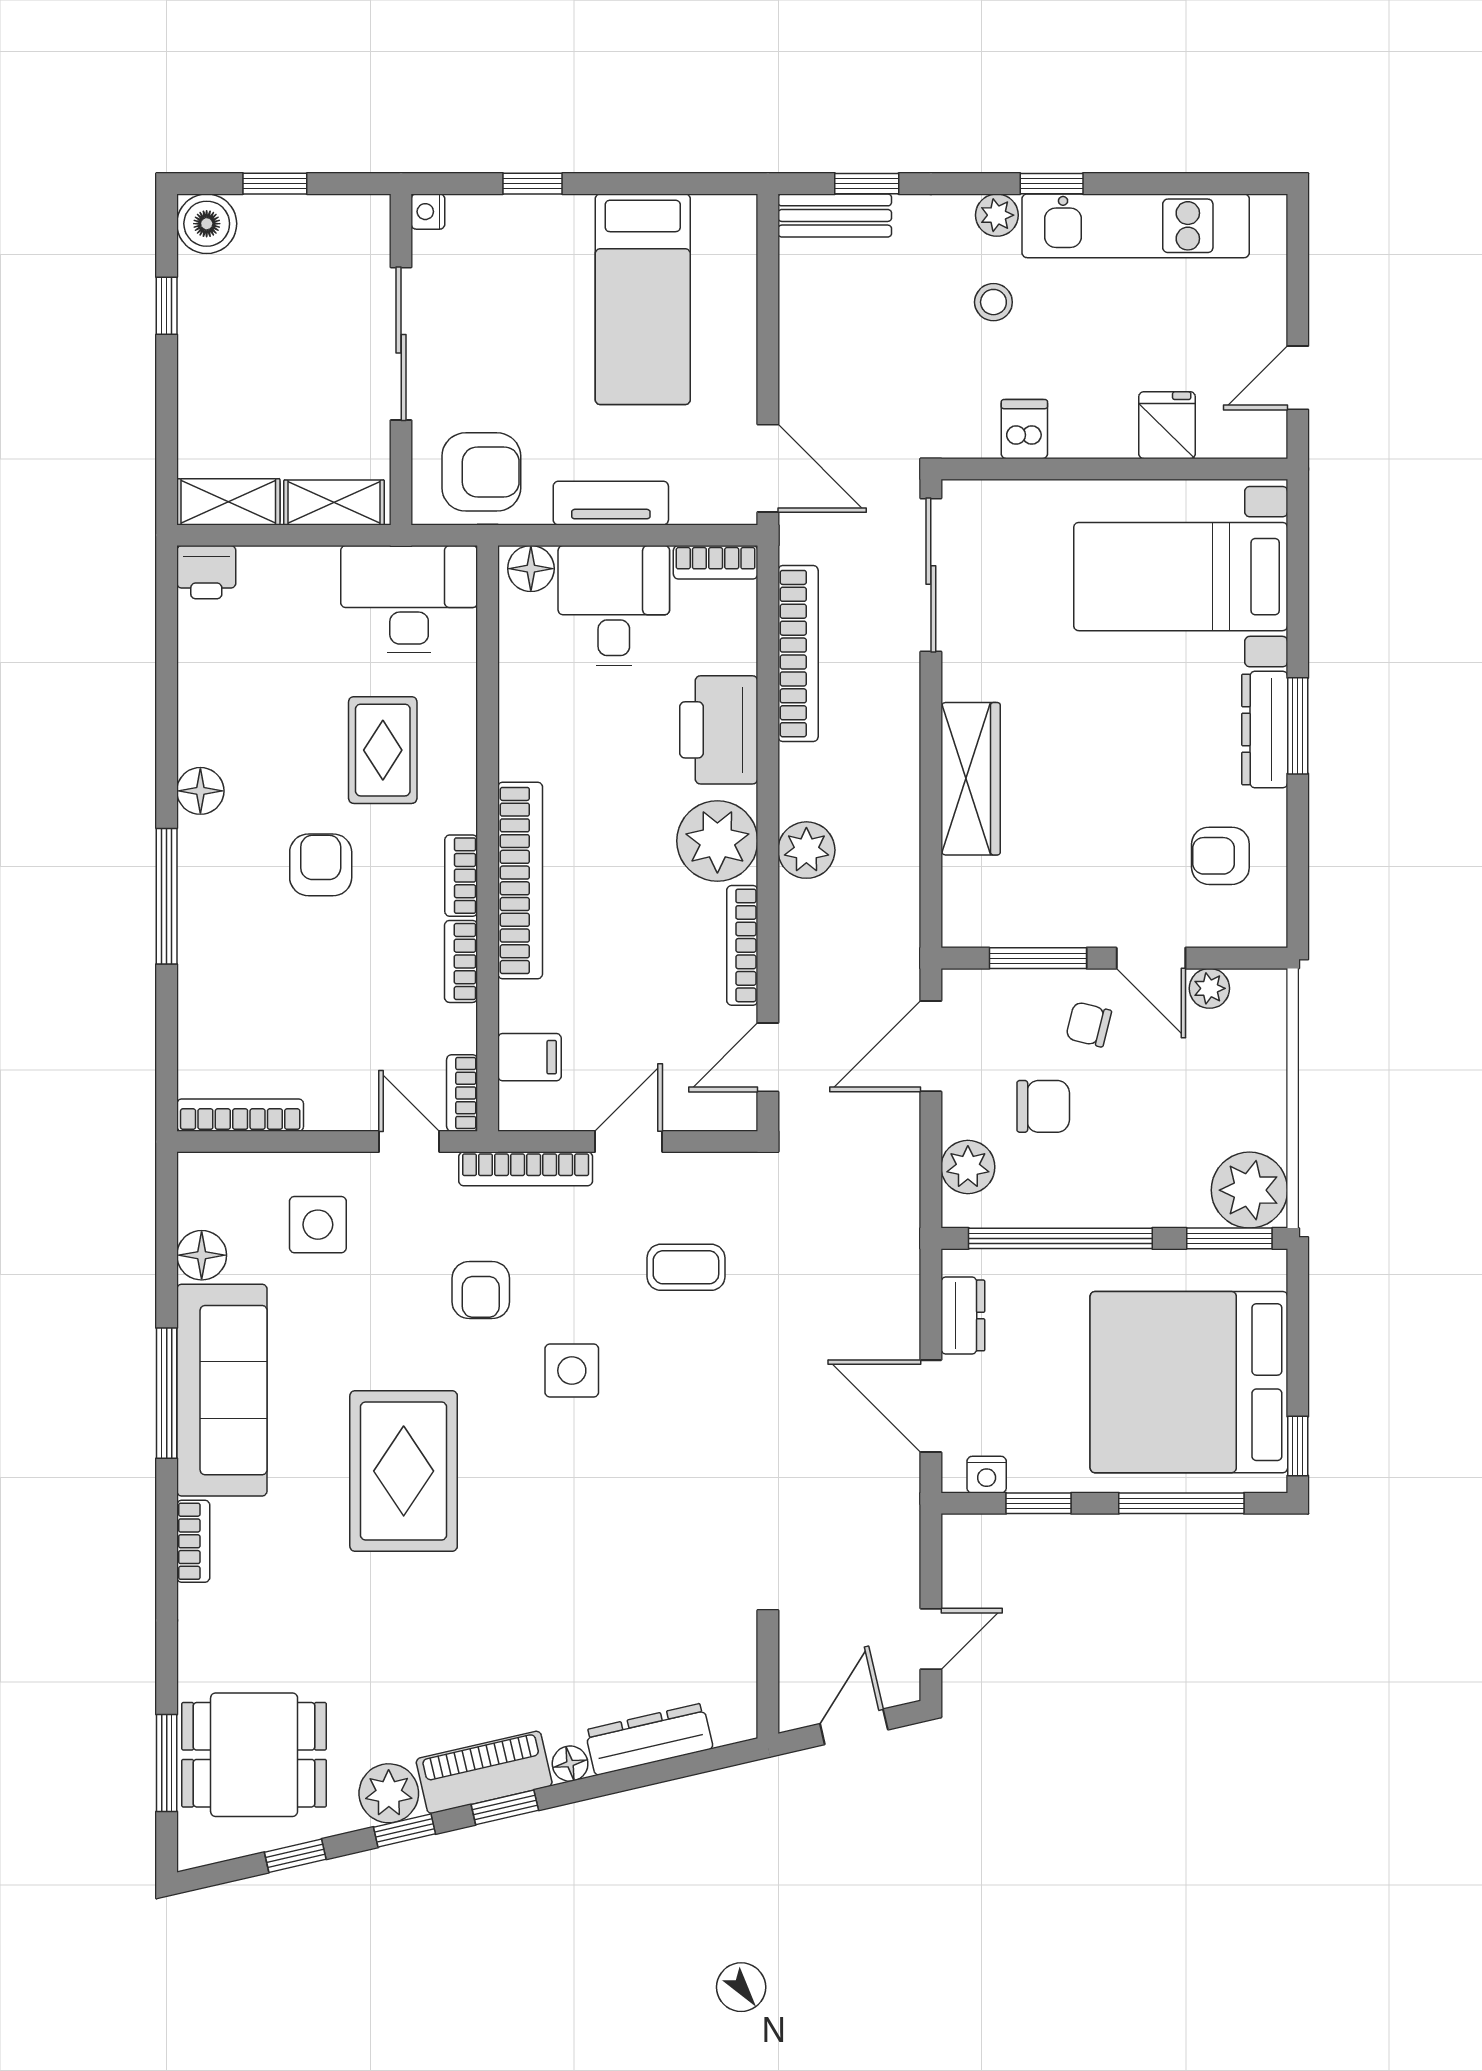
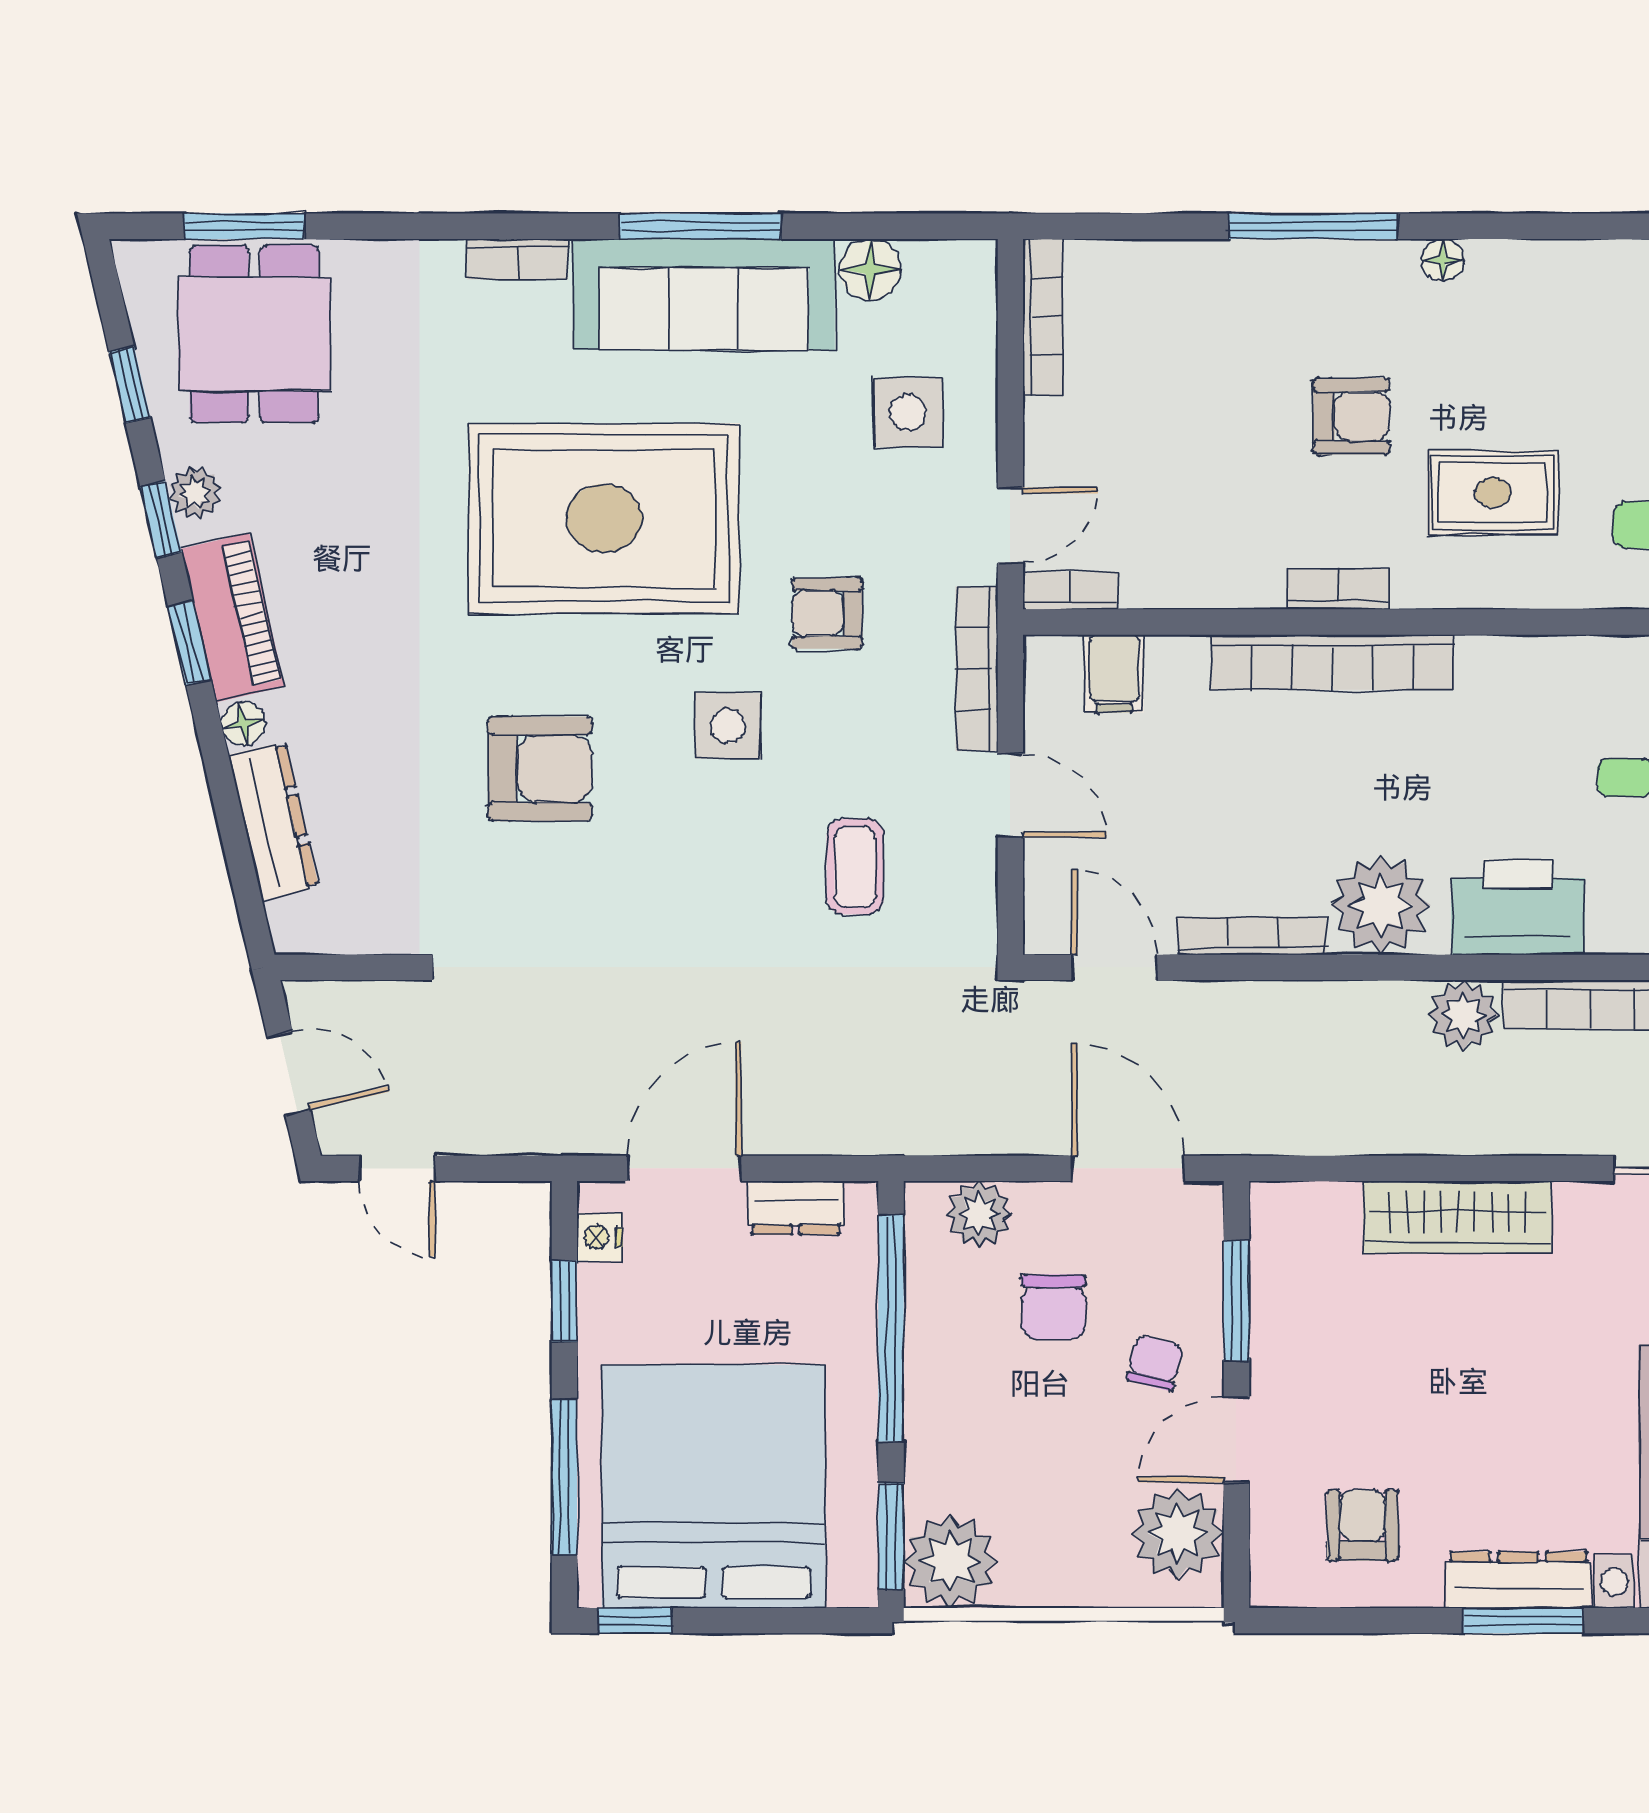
floor lamp: (200, 791) -> (1443, 260), width x0.73, depth x0.73
plant: (806, 850) -> (1463, 1015), moved
bookcase: (461, 961) -> (1232, 589), removed
plant: (1209, 988) -> (1177, 1533), width x1.88, depth x1.88
rug: (404, 1471) -> (604, 518), width x1.37, depth x1.44
armchair: (607, 1523) -> (540, 769), added
plant: (389, 1793) -> (195, 493), width x0.73, depth x0.73

